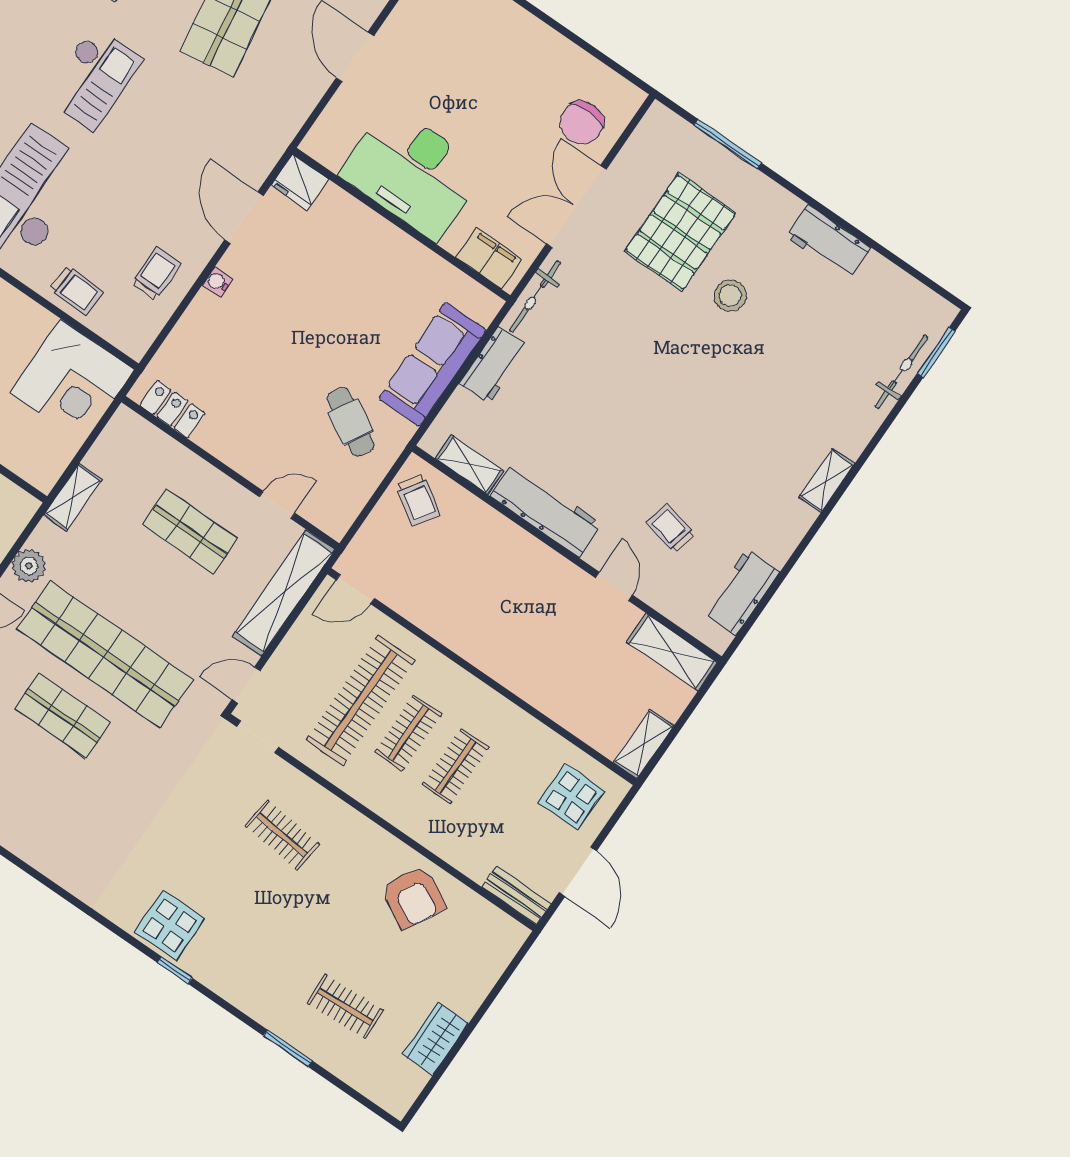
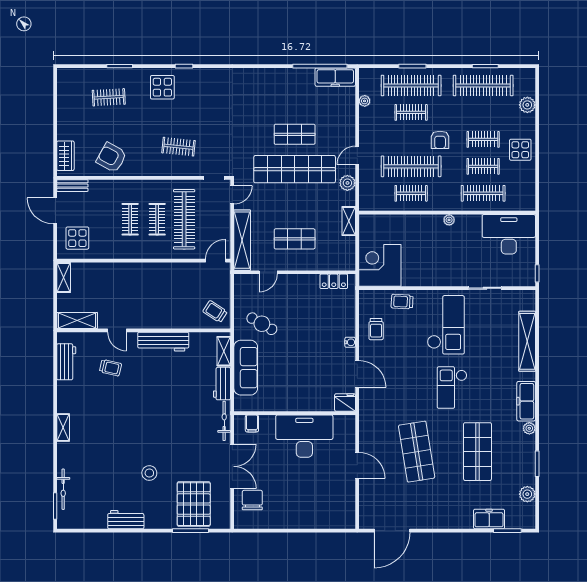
pallet: (680, 232) -> (194, 504), moved
filing cabinet: (489, 258) -> (252, 423), width x0.50
shelving: (469, 465) -> (224, 351), moved, turned 90
display table: (170, 925) -> (162, 87), moved
wardrobe: (436, 1039) -> (65, 156), moved

